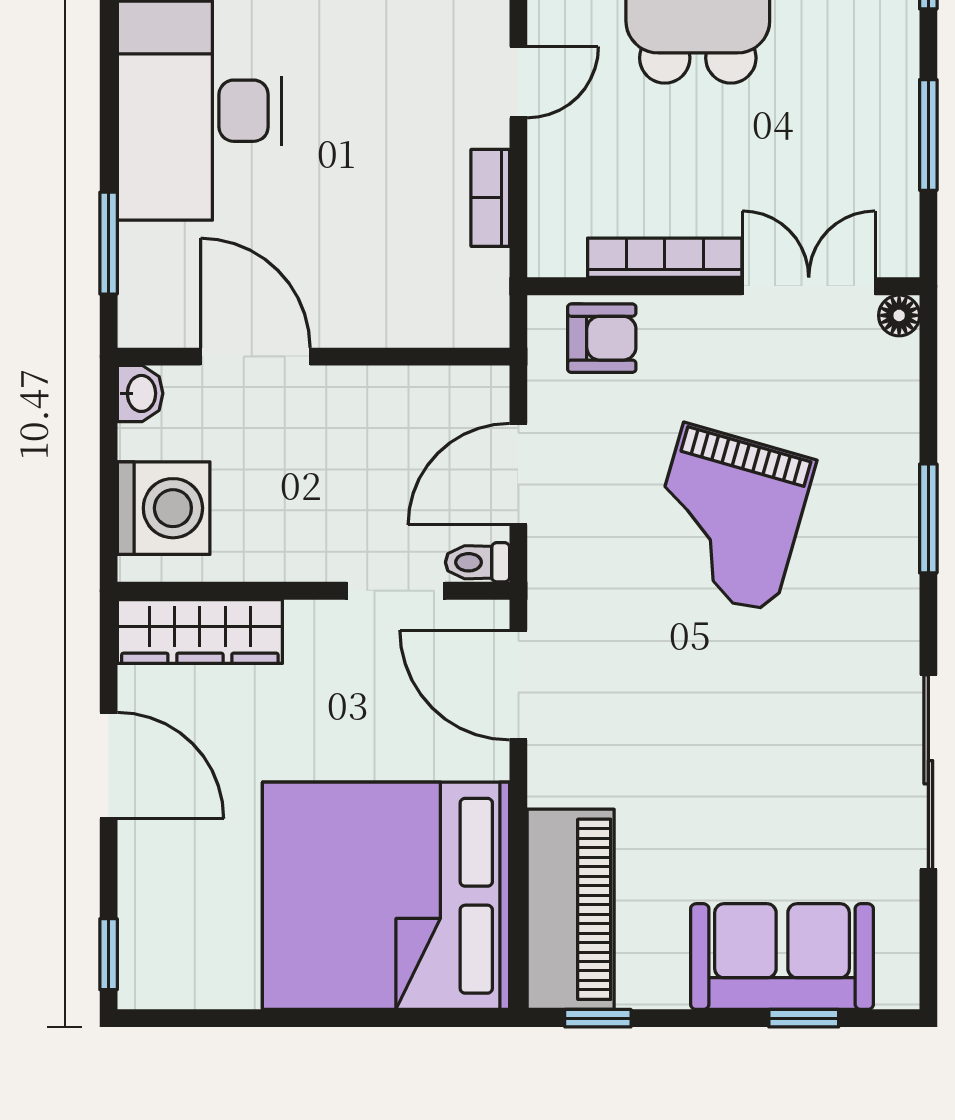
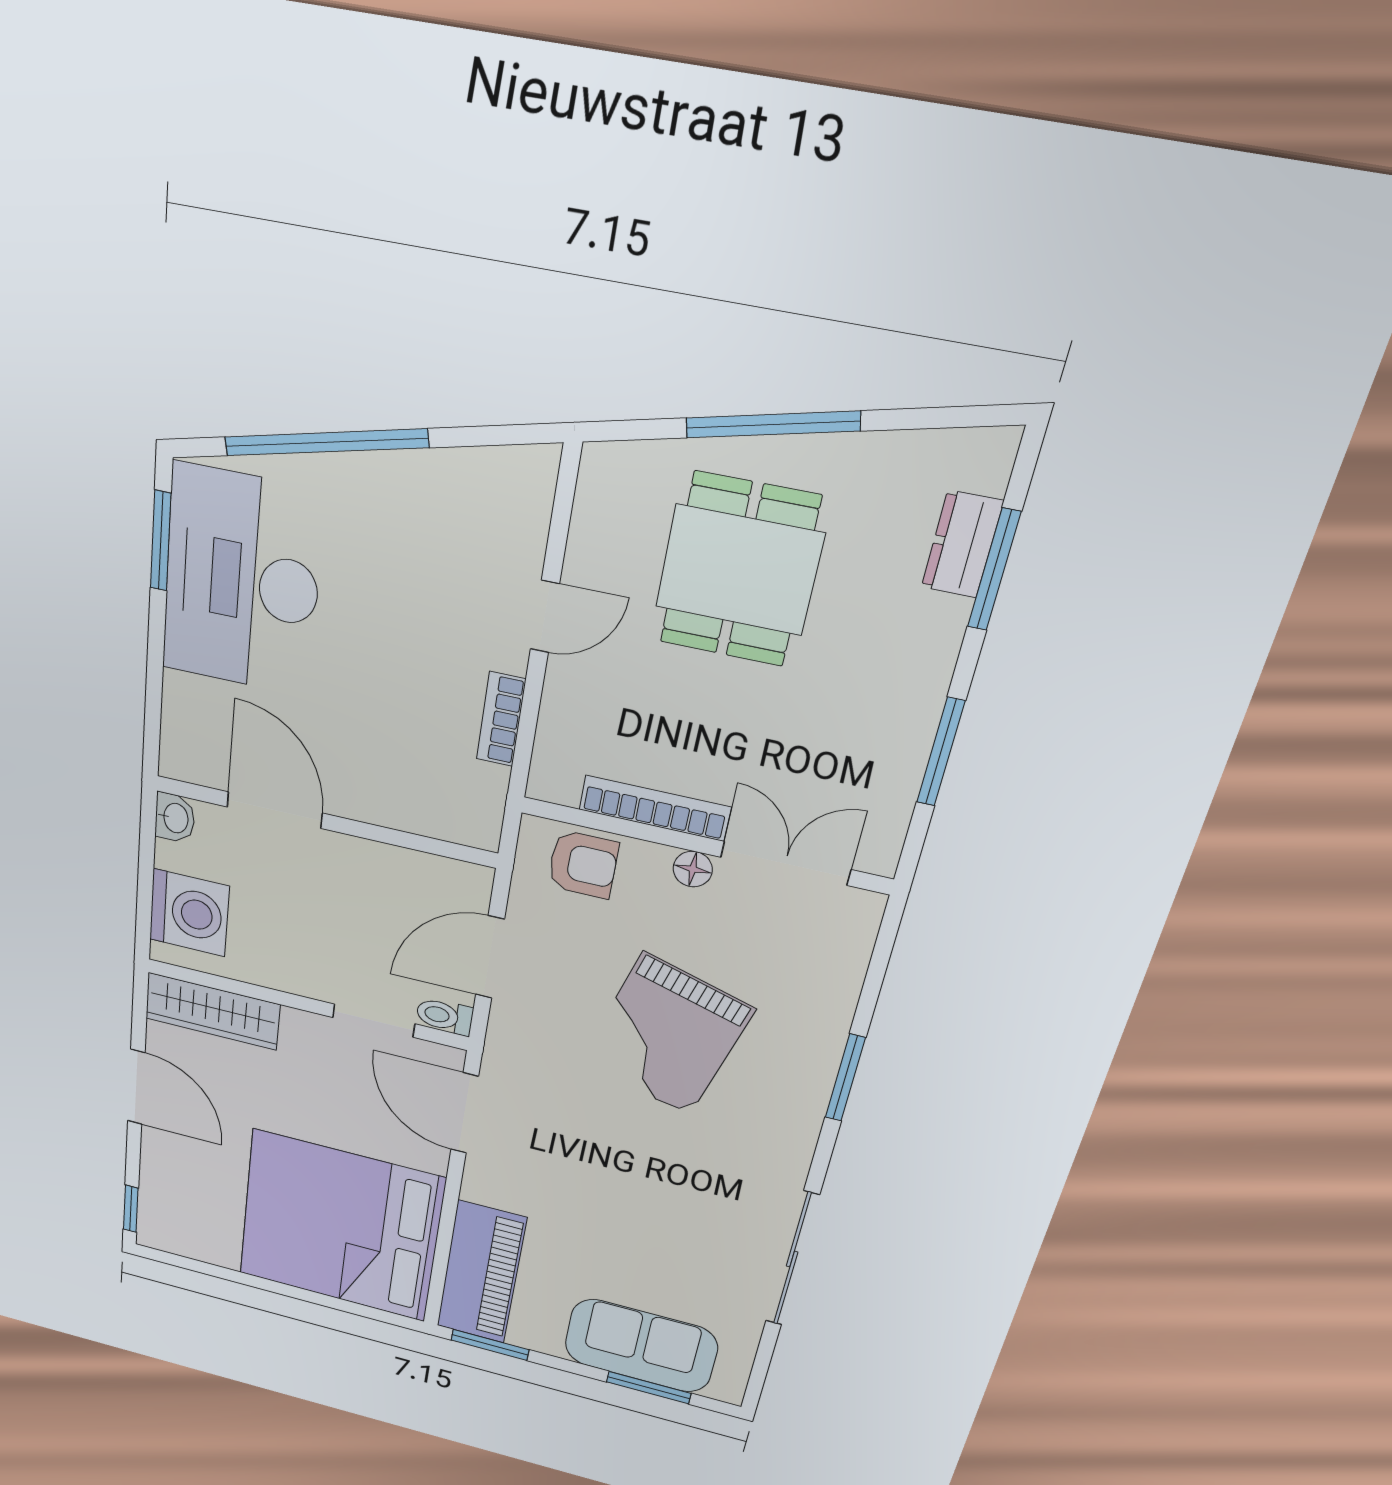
window: (109, 243) -> (161, 541), moved
floor lamp: (899, 315) -> (693, 869), moved
window: (598, 1018) -> (490, 1345), width x1.50
window: (804, 1018) -> (649, 1388), width x1.50

